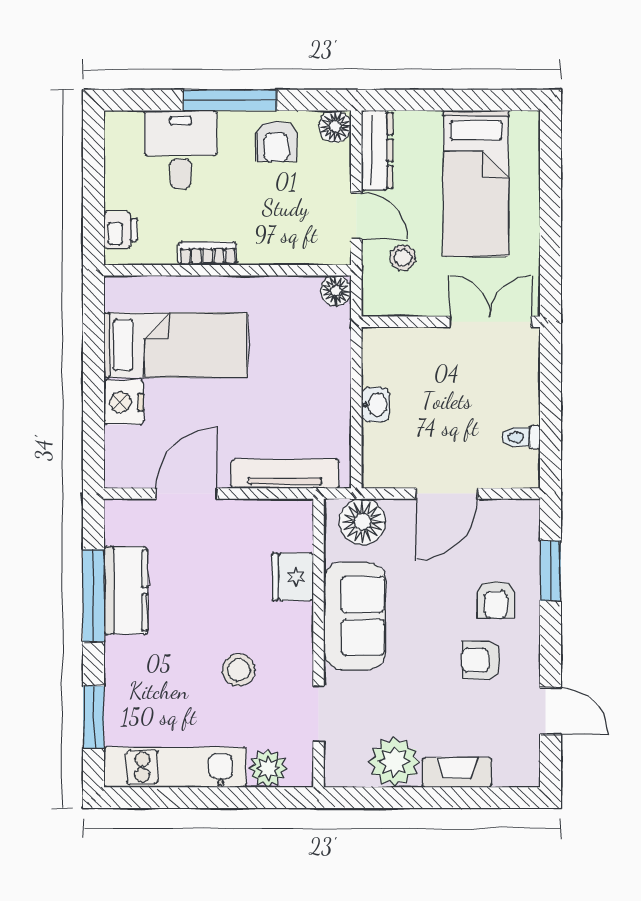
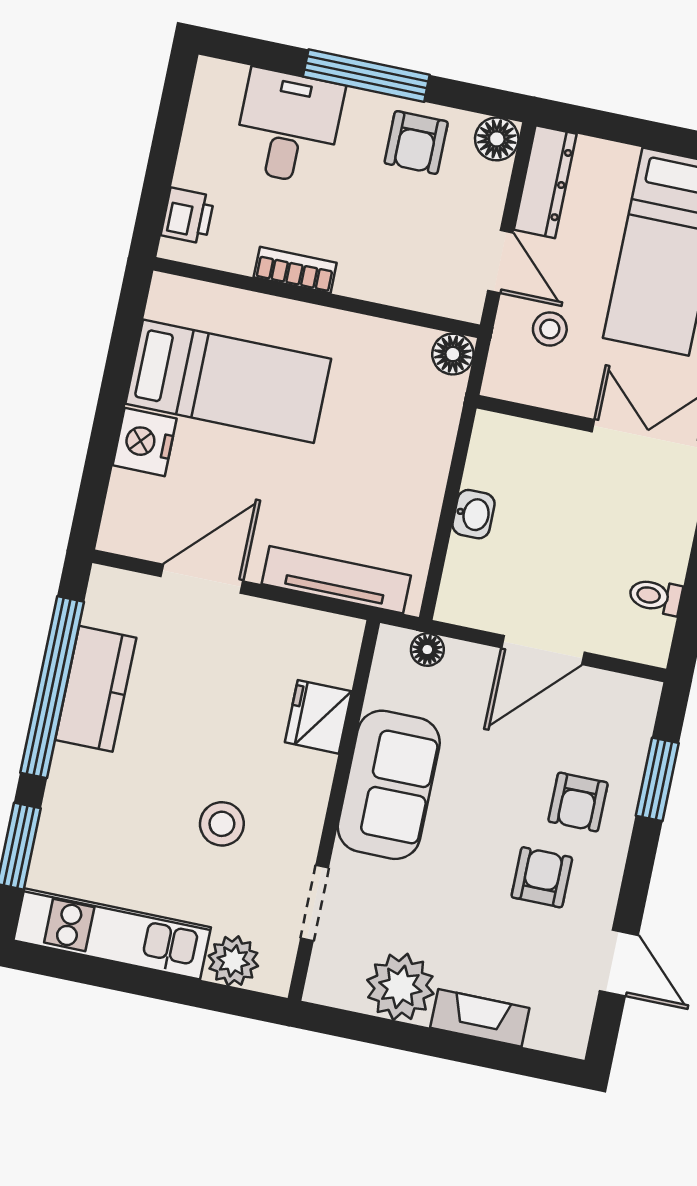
floor lamp: (362, 522) -> (427, 650), width x0.53, depth x0.53
window: (93, 596) -> (52, 687), width x1.46
armchair: (481, 660) -> (542, 877), turned 90

